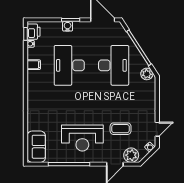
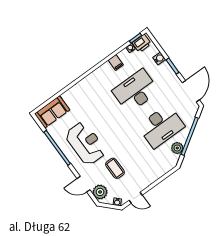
water cooler: (68, 26) -> (159, 58), moved
plant: (147, 74) -> (177, 148), moved
reception desk: (82, 138) -> (86, 143), turned 180

